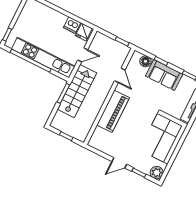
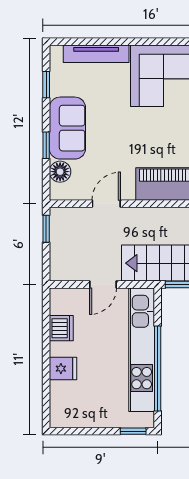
fridge: (84, 32) -> (63, 369), moved
door: (83, 55) -> (103, 284), swing flipped

